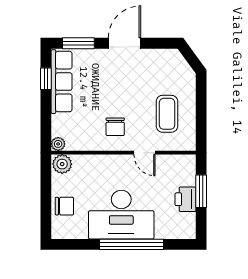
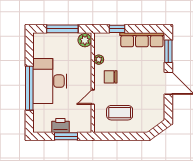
window: (46, 79) -> (117, 29), moved
plant: (58, 144) -> (99, 60), moved
window: (46, 196) -> (62, 29), added
chair: (64, 206) -> (56, 42), removed

